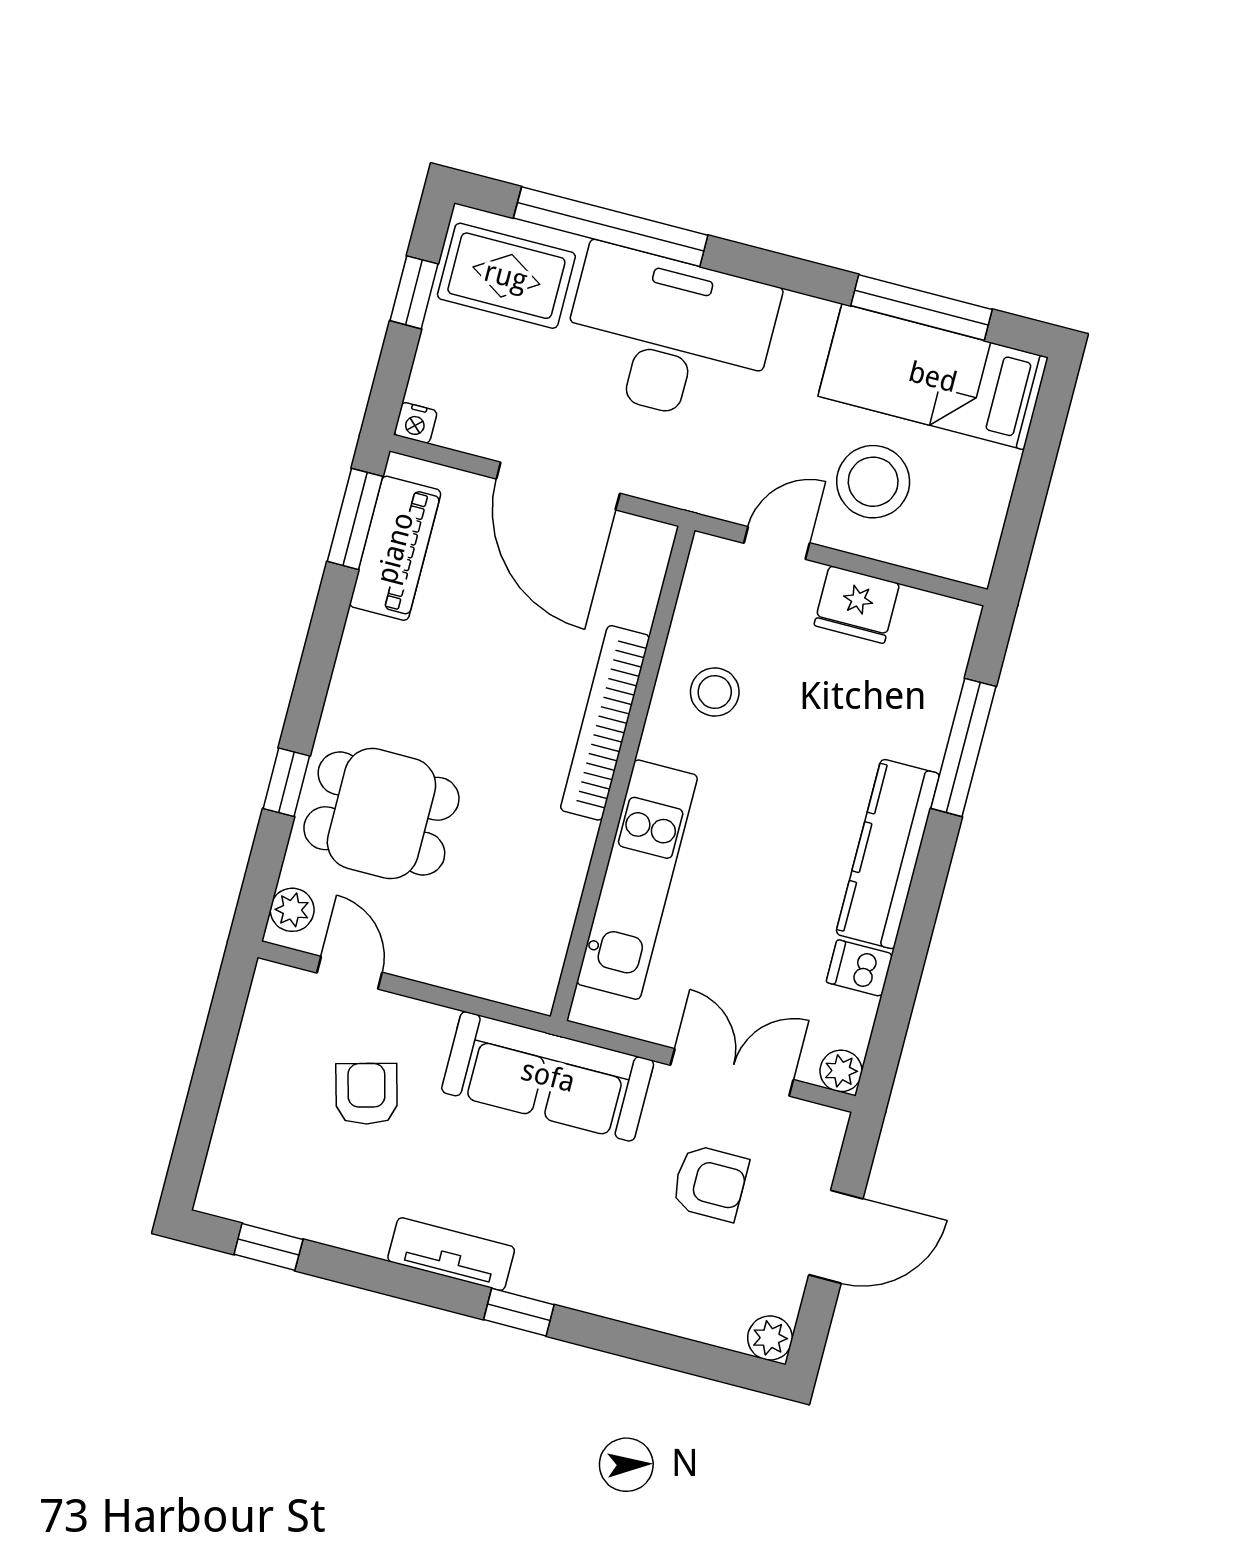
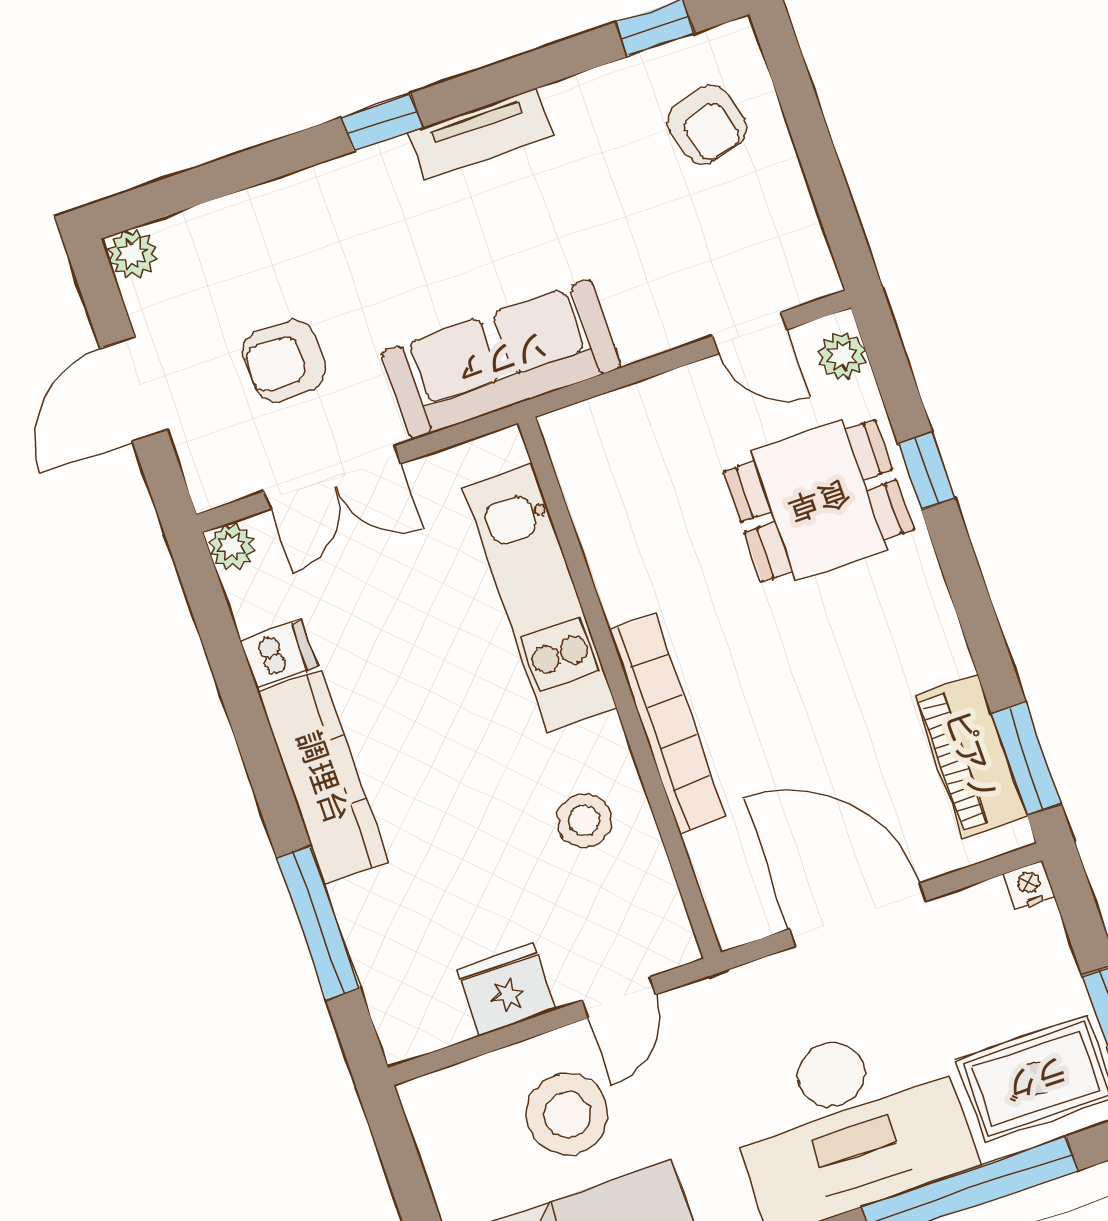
armchair: (367, 1094) -> (707, 125), moved

